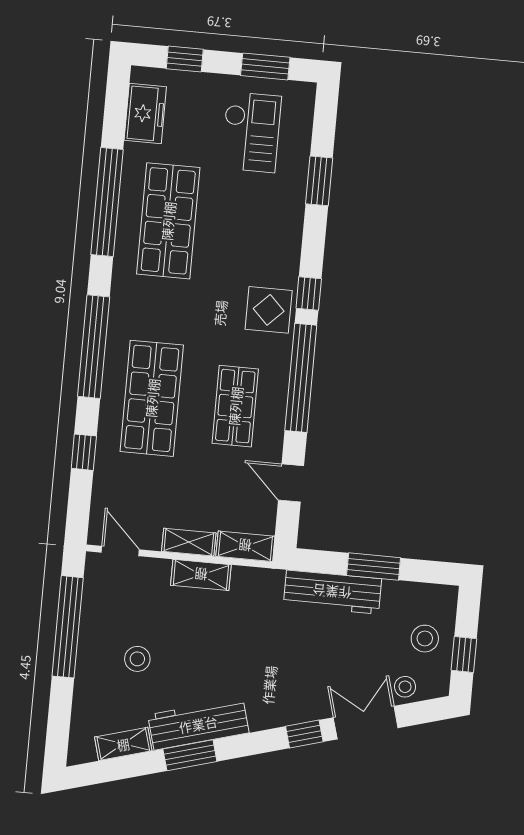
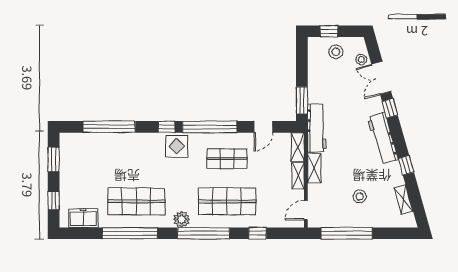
checkout: (251, 132) -> (88, 164), removed
window: (319, 181) -> (109, 127), width x2.11
plant: (125, 306) -> (182, 219), added
window: (374, 567) -> (302, 100), moved
workbench: (332, 592) -> (317, 128), moved
window: (464, 655) -> (329, 31), moved
workbench: (198, 724) -> (383, 138), moved
window: (190, 755) -> (406, 165), width x0.67

